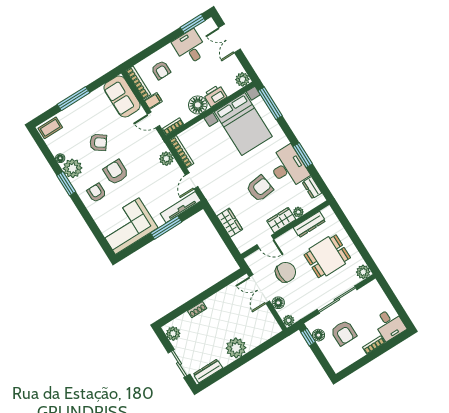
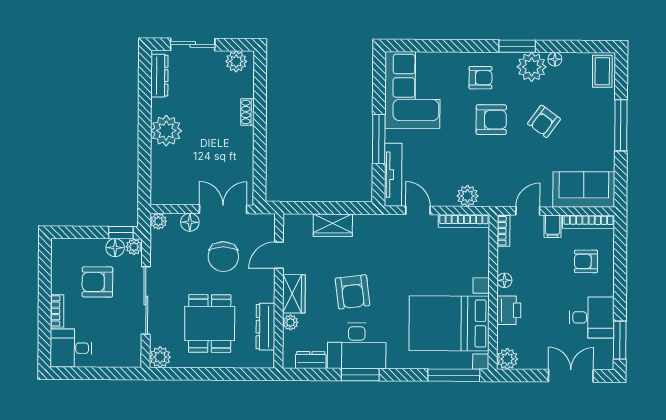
floor lamp: (198, 105) -> (504, 280), width x0.53, depth x0.53
plant: (311, 325) -> (134, 247), added

